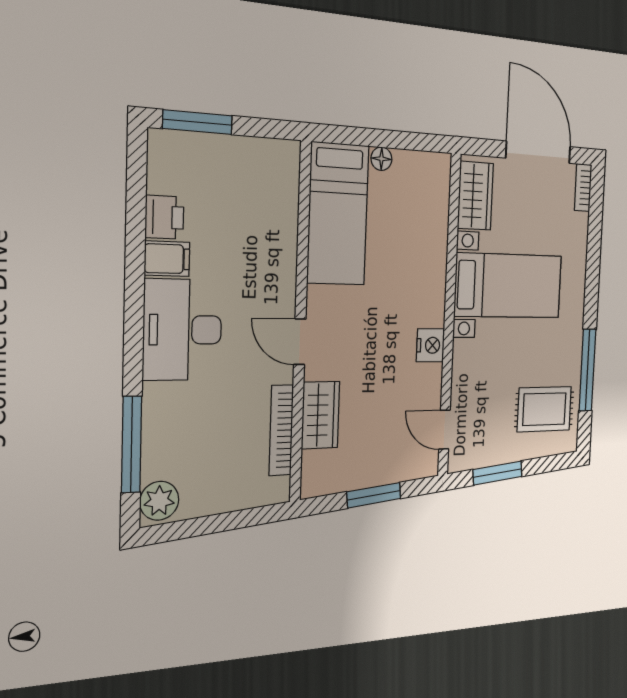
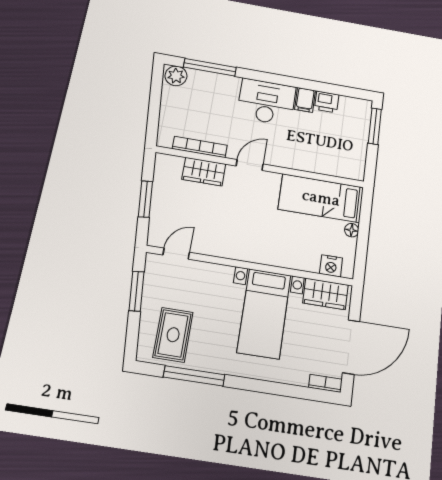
nightstand: (430, 345) -> (331, 266), moved

